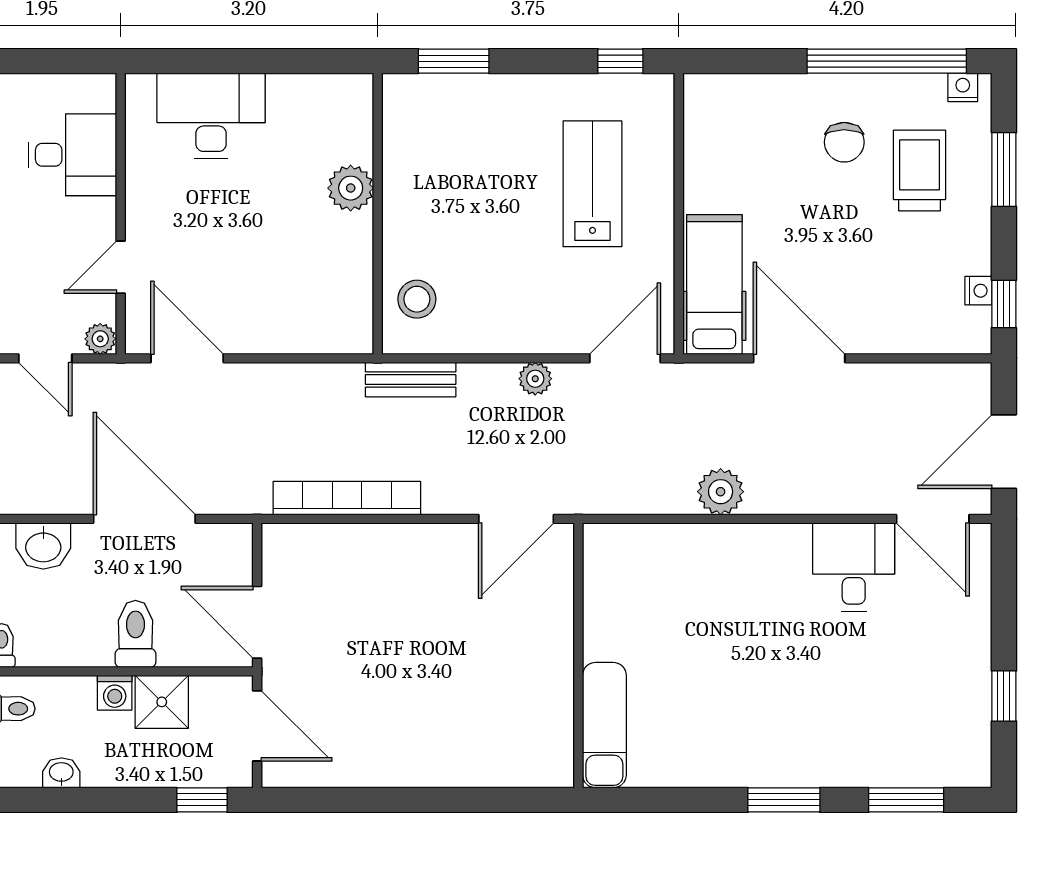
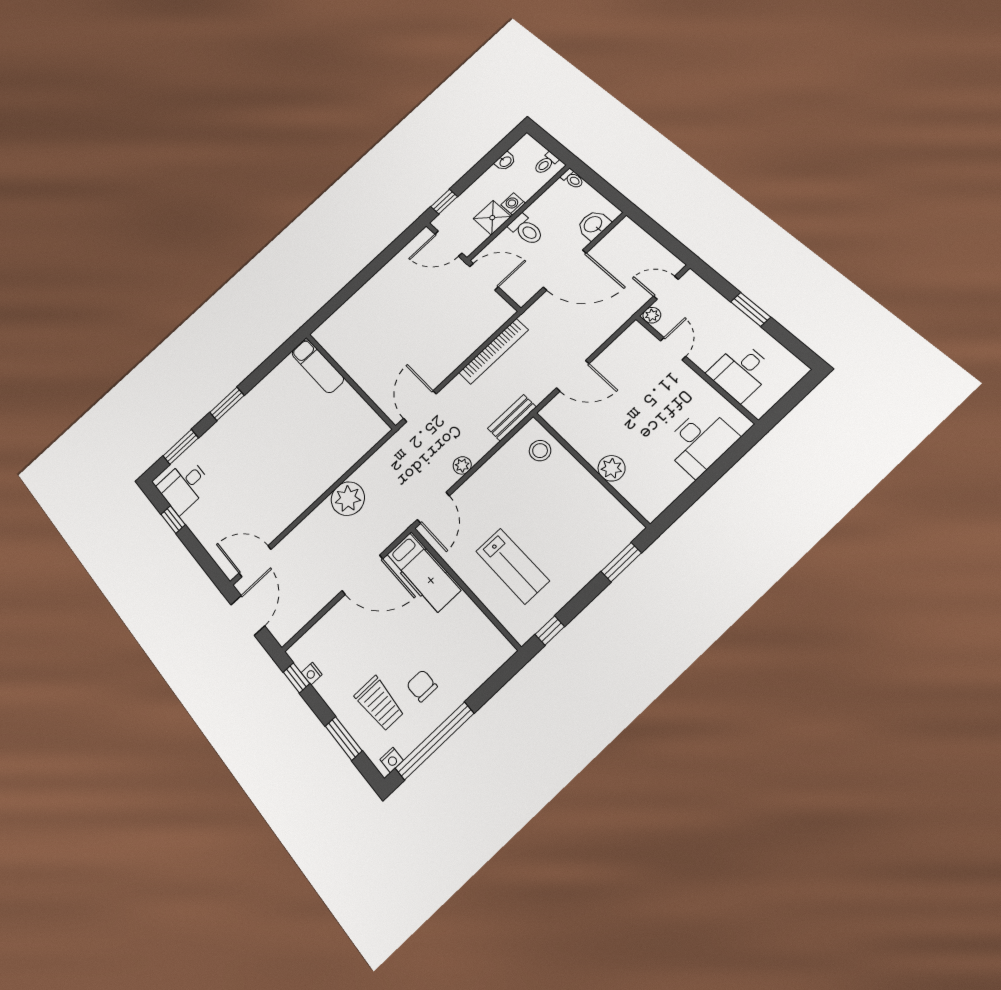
door: (187, 358) -> (573, 376), moved
plant: (721, 492) -> (348, 499), width x1.36, depth x1.36
desk: (854, 567) -> (184, 486), moved, turned 90

